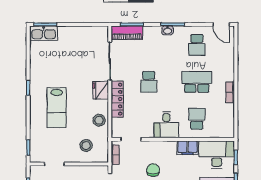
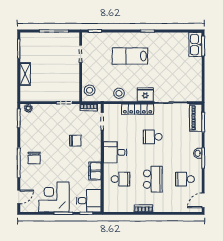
stool: (86, 145) -> (90, 90), moved
desk: (217, 155) -> (89, 201), width x0.73

